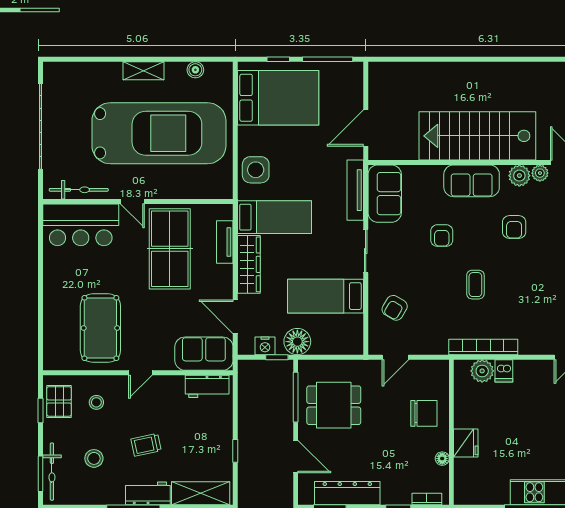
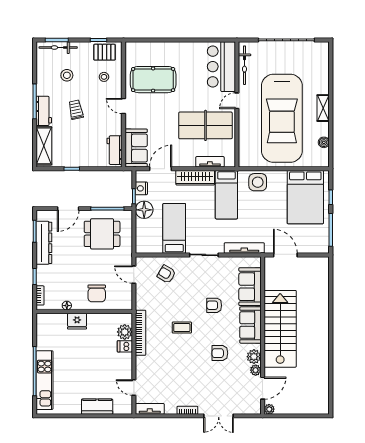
sofa: (385, 194) -> (250, 287), moved, turned 90
dining table: (334, 405) -> (102, 234), turned 90

